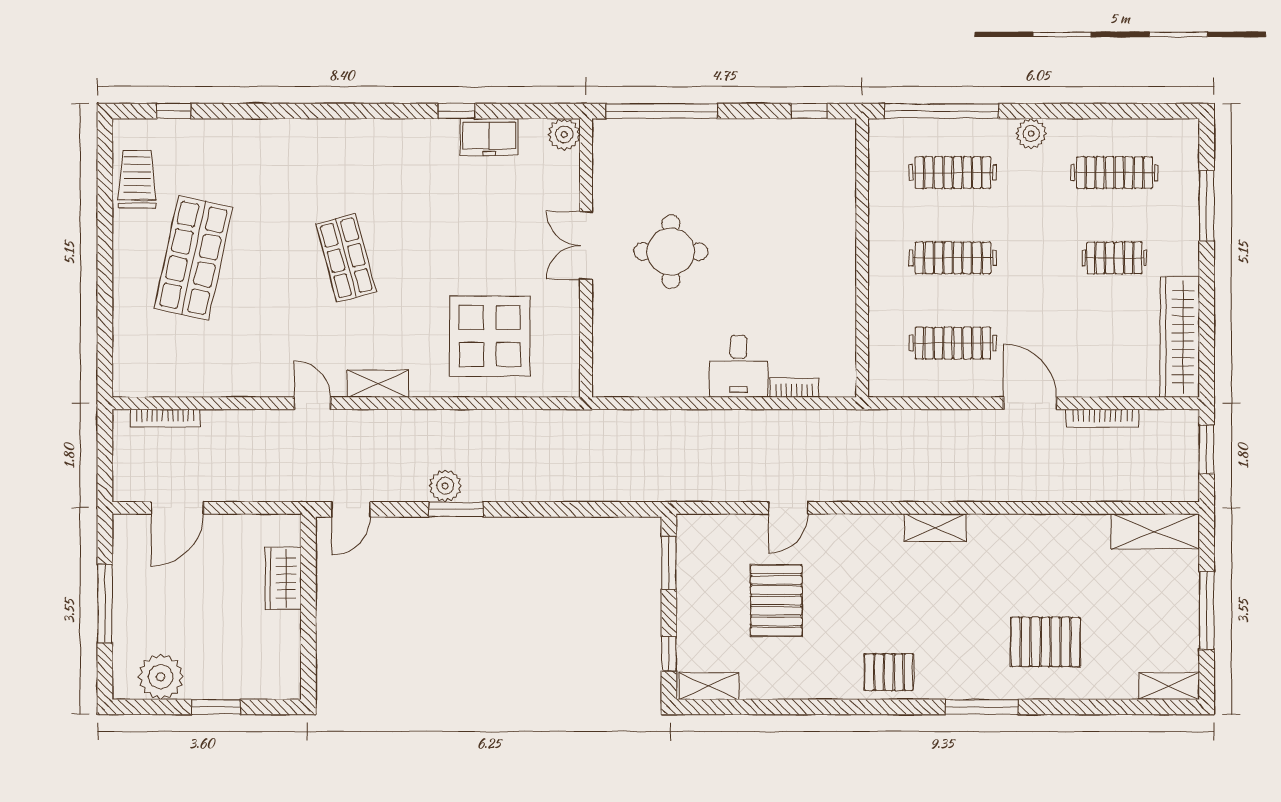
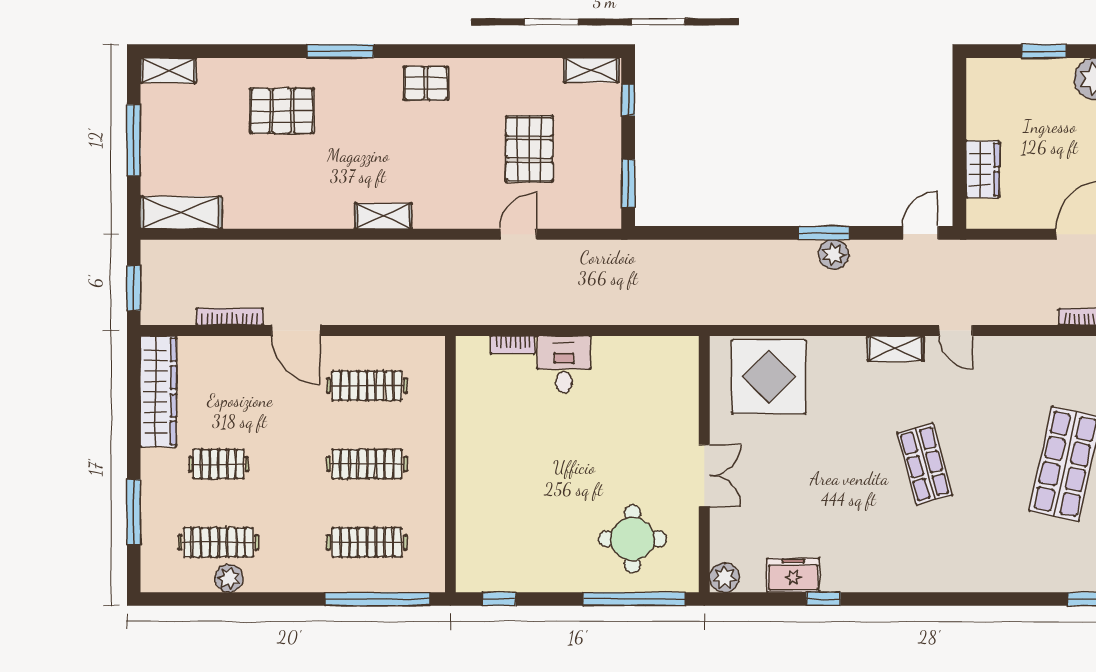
plant: (1031, 134) -> (229, 578), moved
round table: (671, 252) -> (632, 539), moved
display table: (490, 336) -> (769, 377), moved

